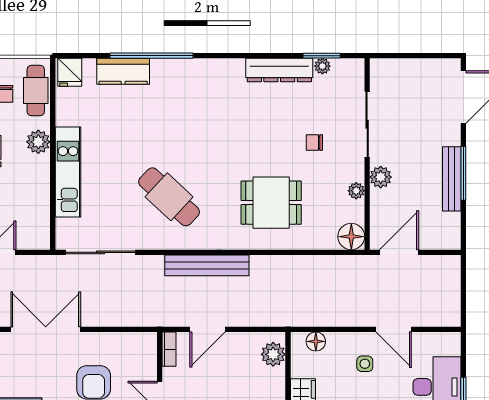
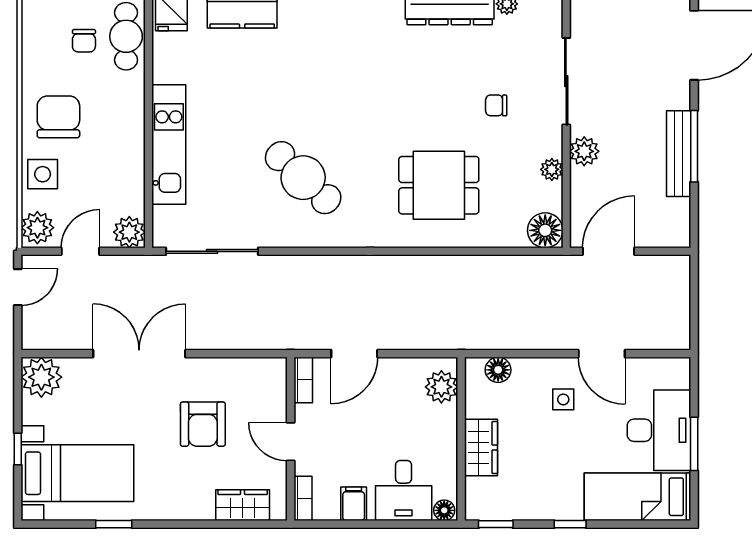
plant: (38, 142) -> (129, 232), moved
bench: (207, 265) -> (353, 269), removed

